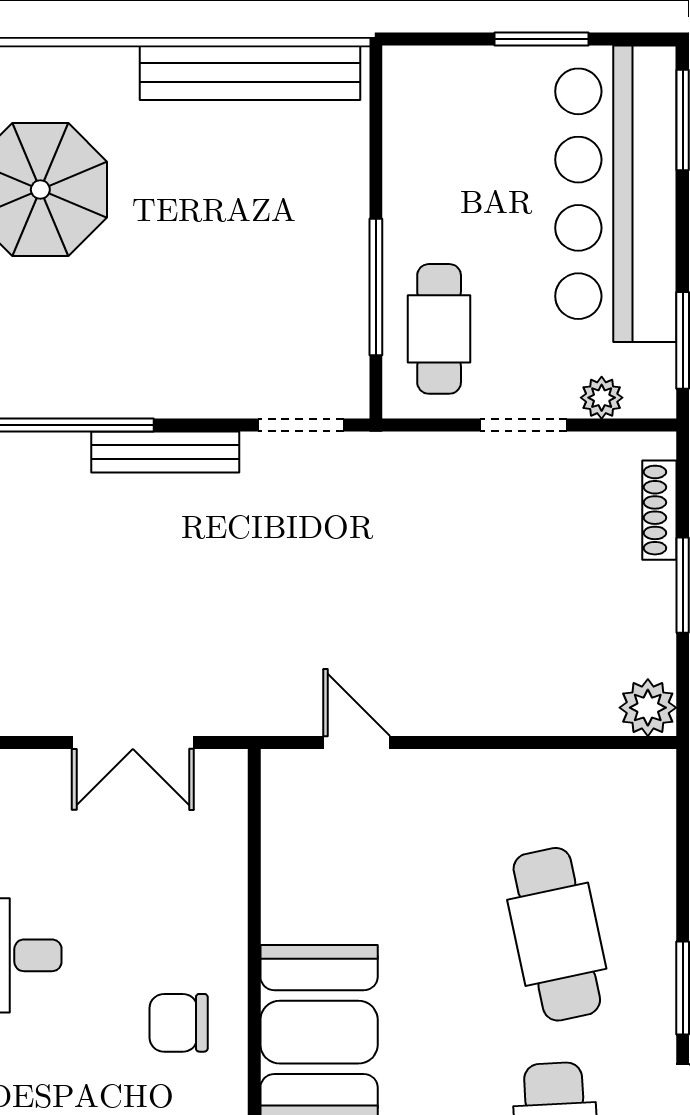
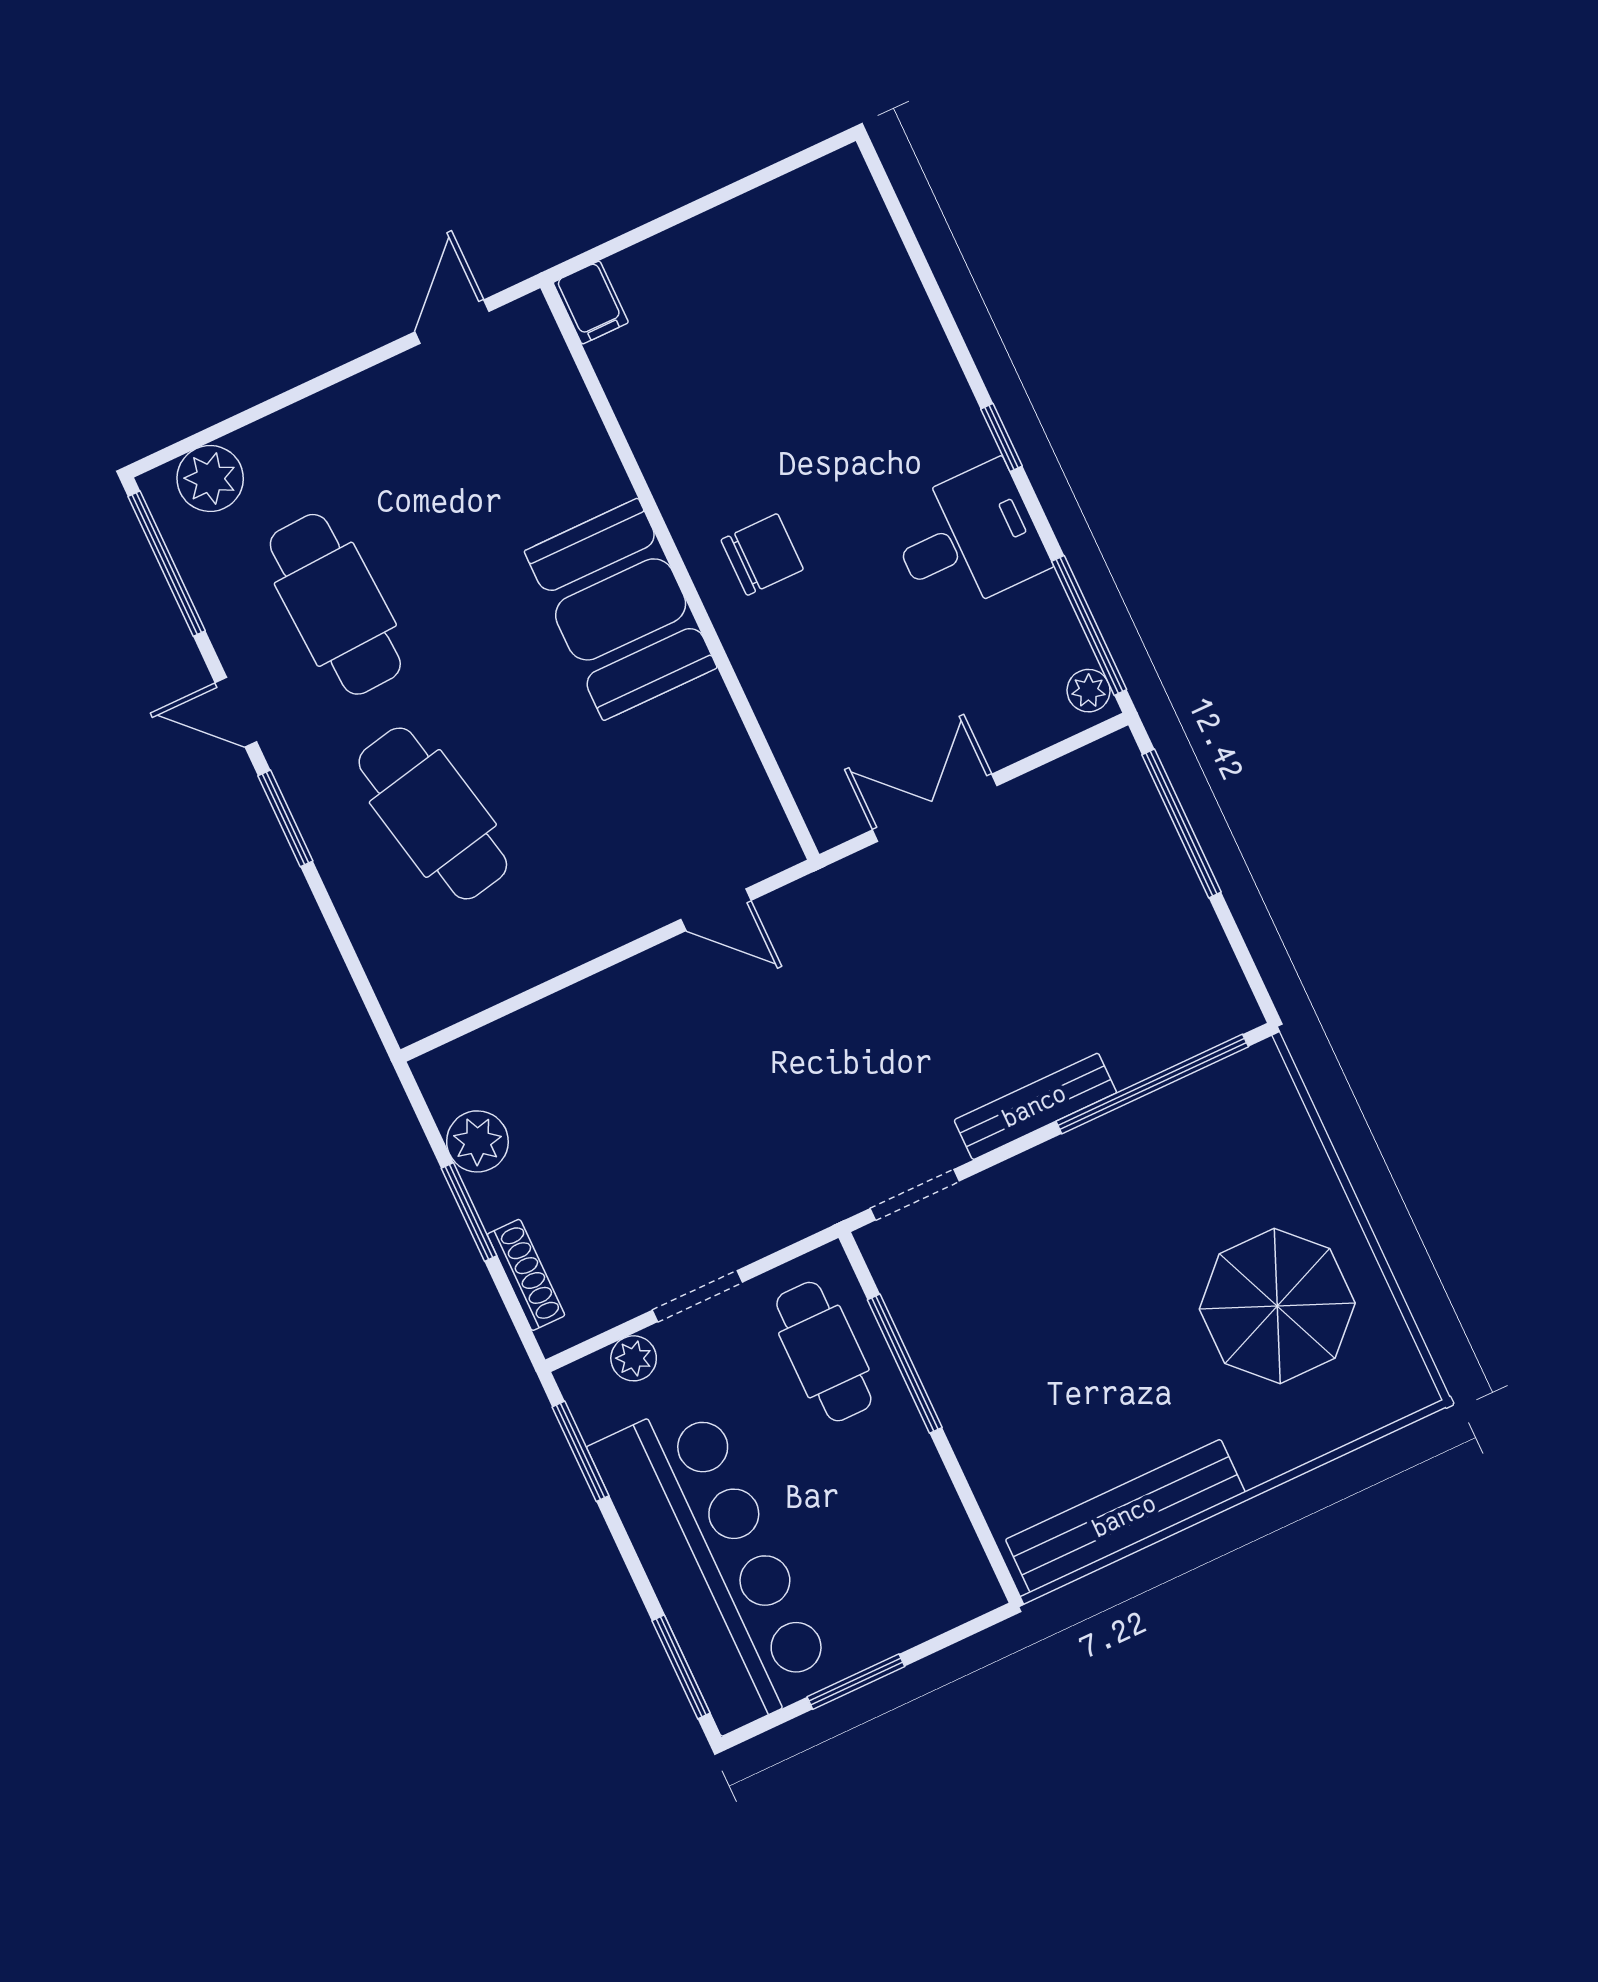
plant: (648, 708) -> (477, 1141), moved

